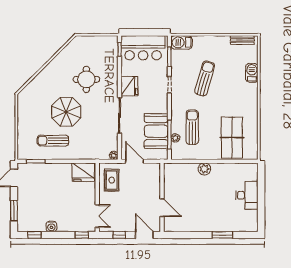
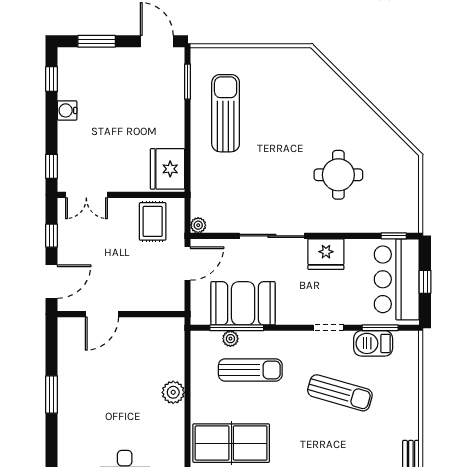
window: (144, 32) -> (425, 282), added
barbecue: (181, 42) -> (373, 343), moved, turned -90
parasol: (66, 112) -> (279, 138), removed
sun lounger: (53, 141) -> (226, 113), width x1.36, depth x1.34
rug: (112, 180) -> (153, 221), turned 90
window: (222, 235) -> (52, 394), moved

